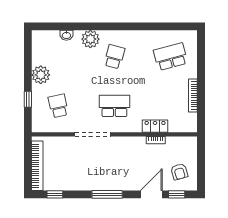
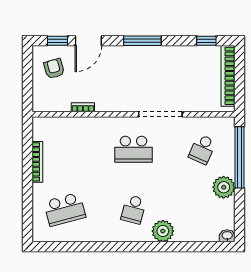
washbasin: (66, 35) -> (227, 236), moved
window: (28, 99) -> (240, 157), width x3.17
school desk: (58, 106) -> (202, 149), turned 36
locker: (155, 126) -> (84, 124), removed

